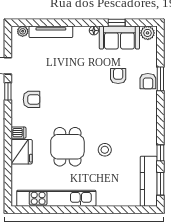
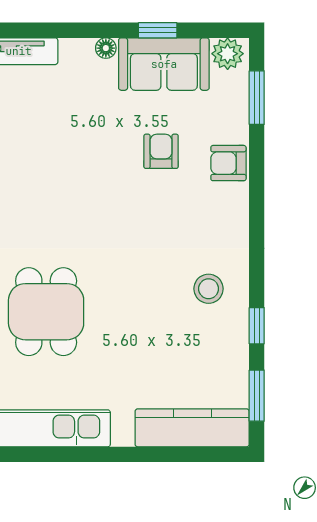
window: (160, 79) -> (257, 98), moved
armchair: (148, 81) -> (228, 163), turned 90
stool: (105, 150) -> (209, 289), moved
kitchen counter: (149, 181) -> (192, 428), moved, turned 90

